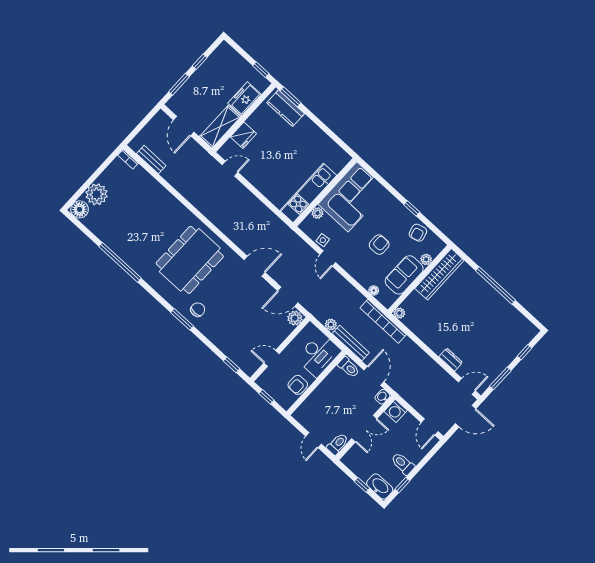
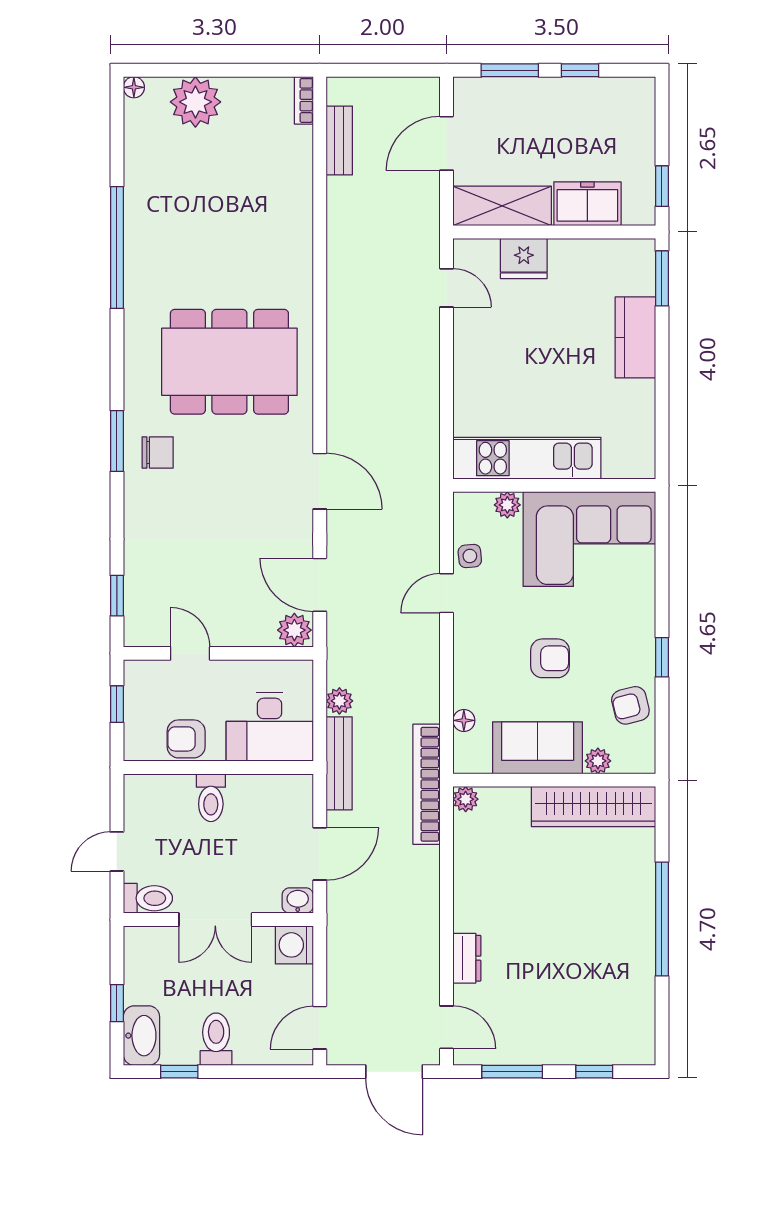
kitchen counter: (286, 108) -> (635, 337), moved
floor lamp: (79, 209) -> (134, 87), width x0.53, depth x0.53
toilet: (349, 367) -> (211, 798), moved

